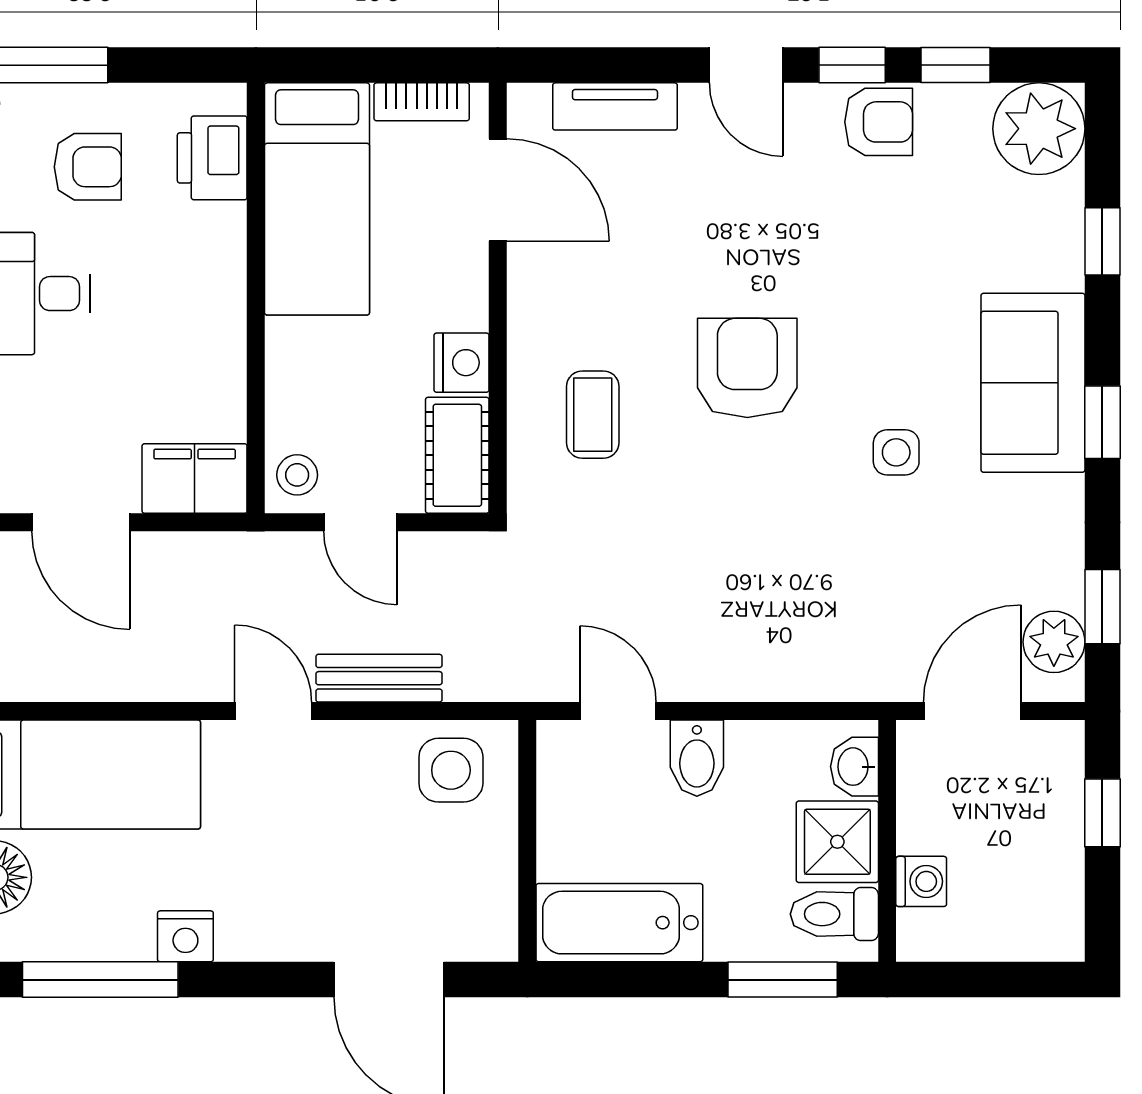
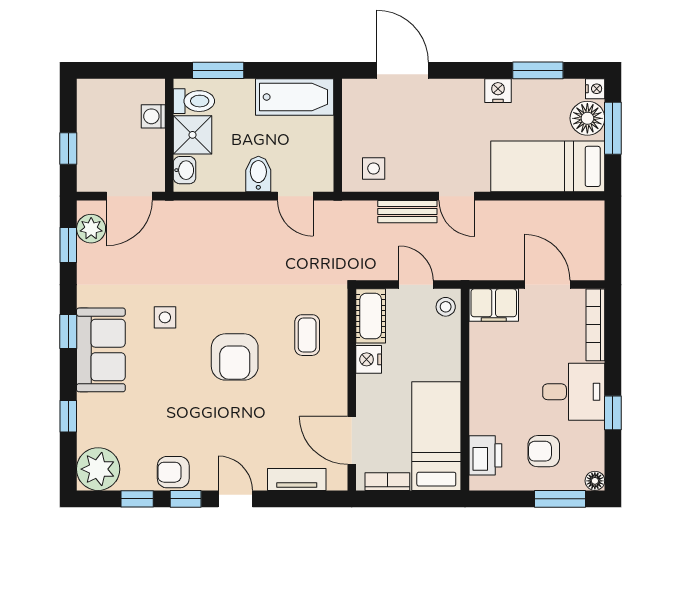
side table: (451, 770) -> (374, 168), width x0.73, depth x0.73
window: (100, 980) -> (538, 70), width x0.69

